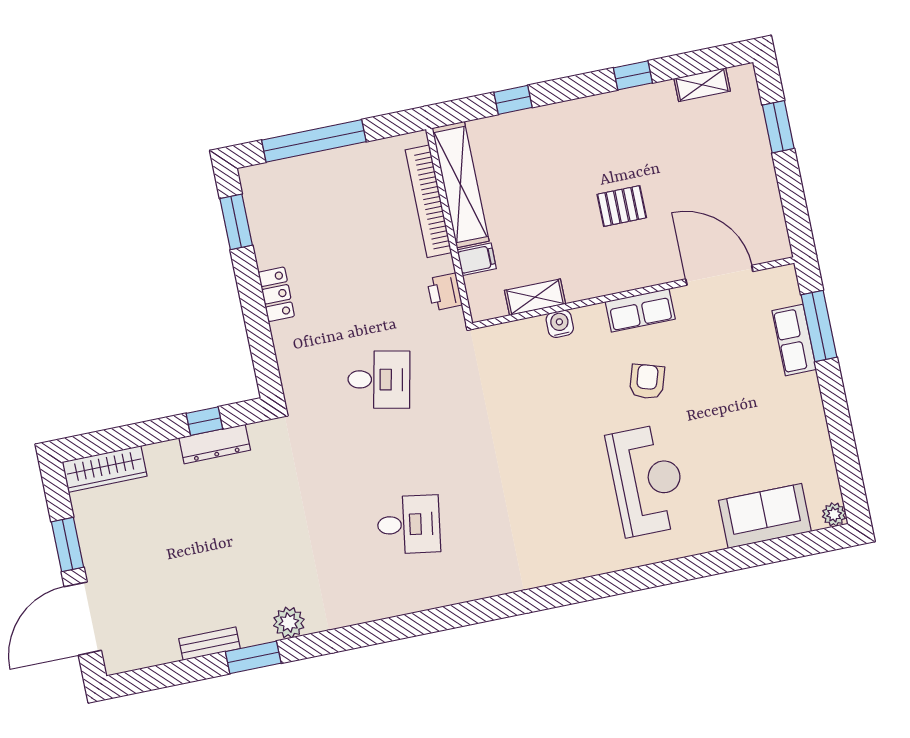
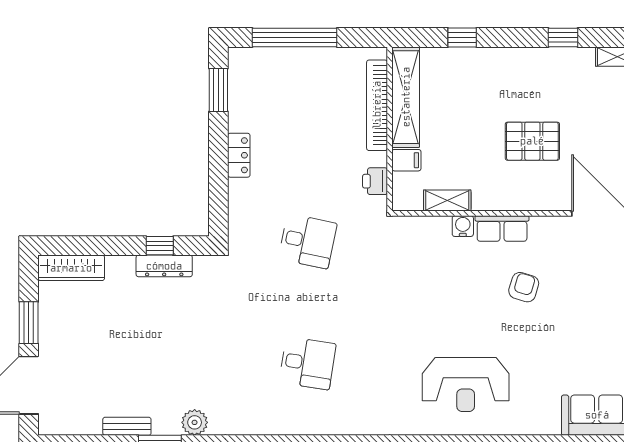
pallet: (622, 206) -> (532, 141), width x1.50, depth x1.42
row of seats: (640, 310) -> (502, 229), moved
reception desk: (647, 480) -> (466, 384), moved, turned 90

